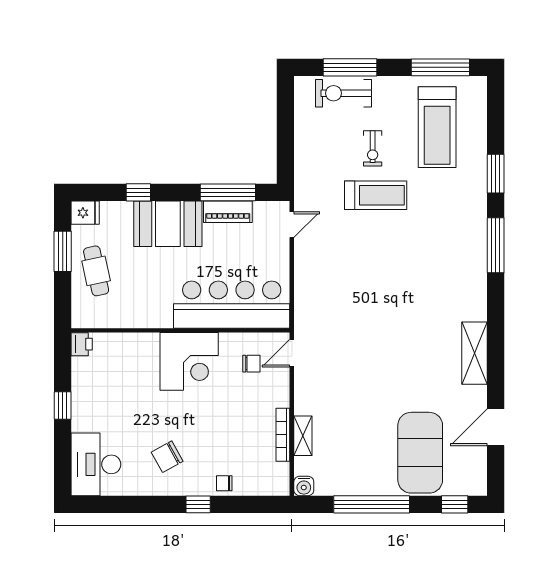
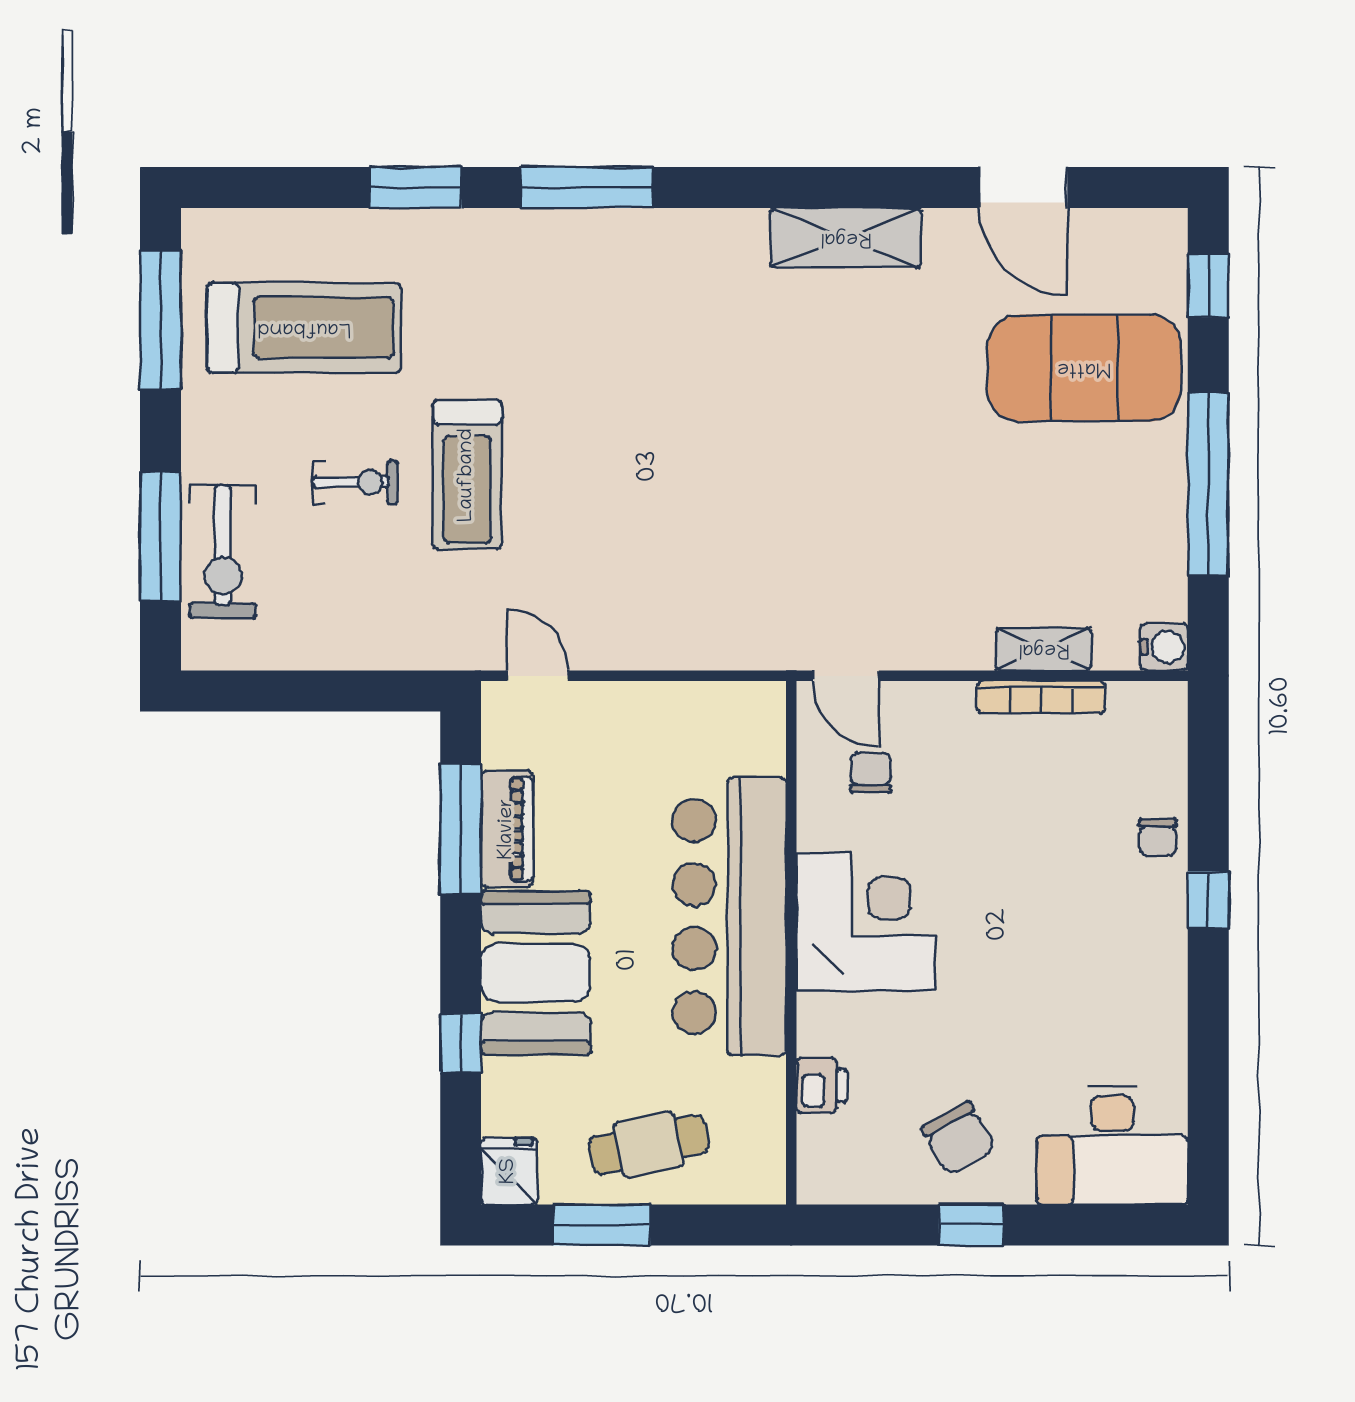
treadmill: (376, 195) -> (467, 475), turned 180
bar counter: (232, 305) -> (729, 917), moved
printer: (82, 344) -> (821, 1086), moved, turned 90
chair: (167, 457) -> (958, 1138), moved

